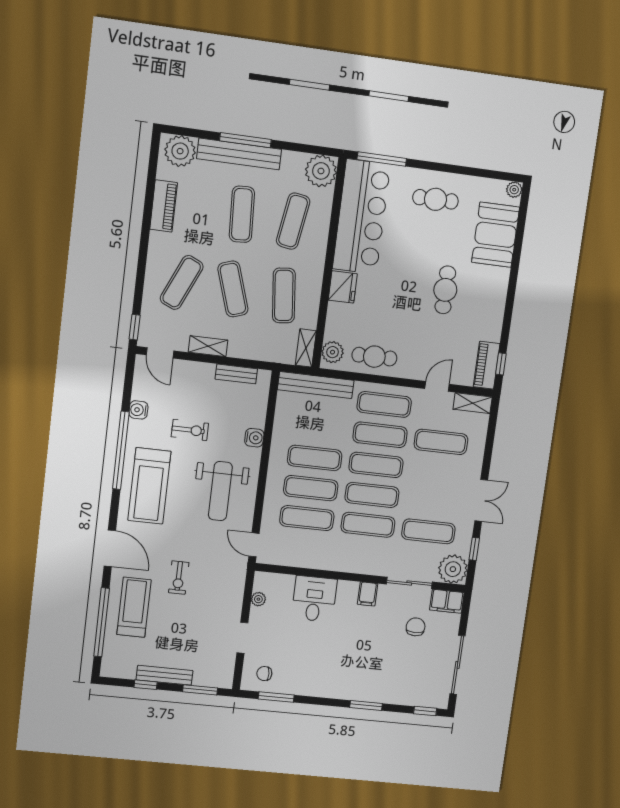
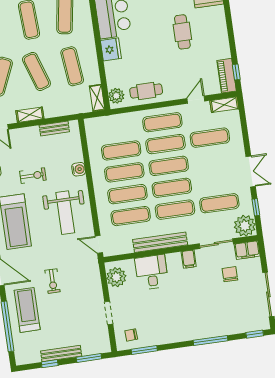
bench: (316, 385) -> (160, 242), moved
exercise mat: (319, 428) -> (121, 150), added
plant: (258, 599) -> (116, 277), width x1.87, depth x1.87
window: (366, 705) -> (211, 340), width x1.44

